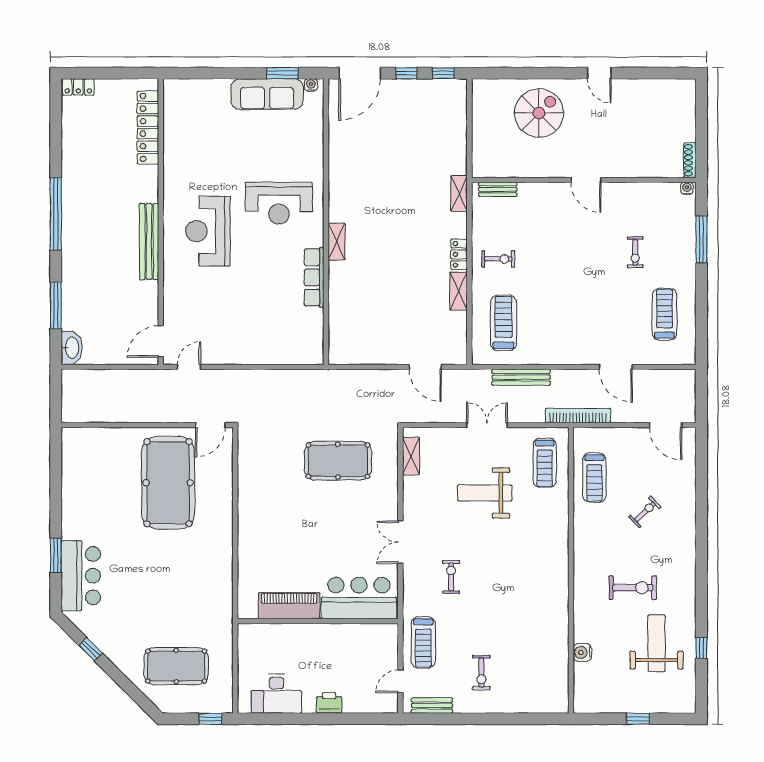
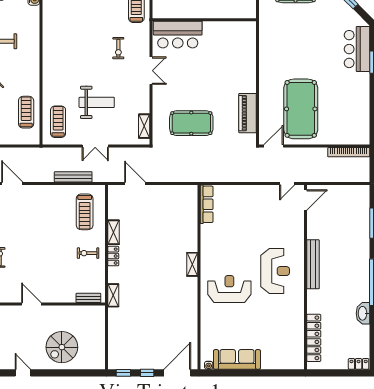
window: (283, 73) -> (227, 373), removed
row of seats: (314, 277) -> (207, 204), moved
washbasin: (72, 348) -> (363, 313), moved
bookcase: (578, 415) -> (349, 152), moved
piano: (289, 606) -> (248, 113), moved, turned 90

